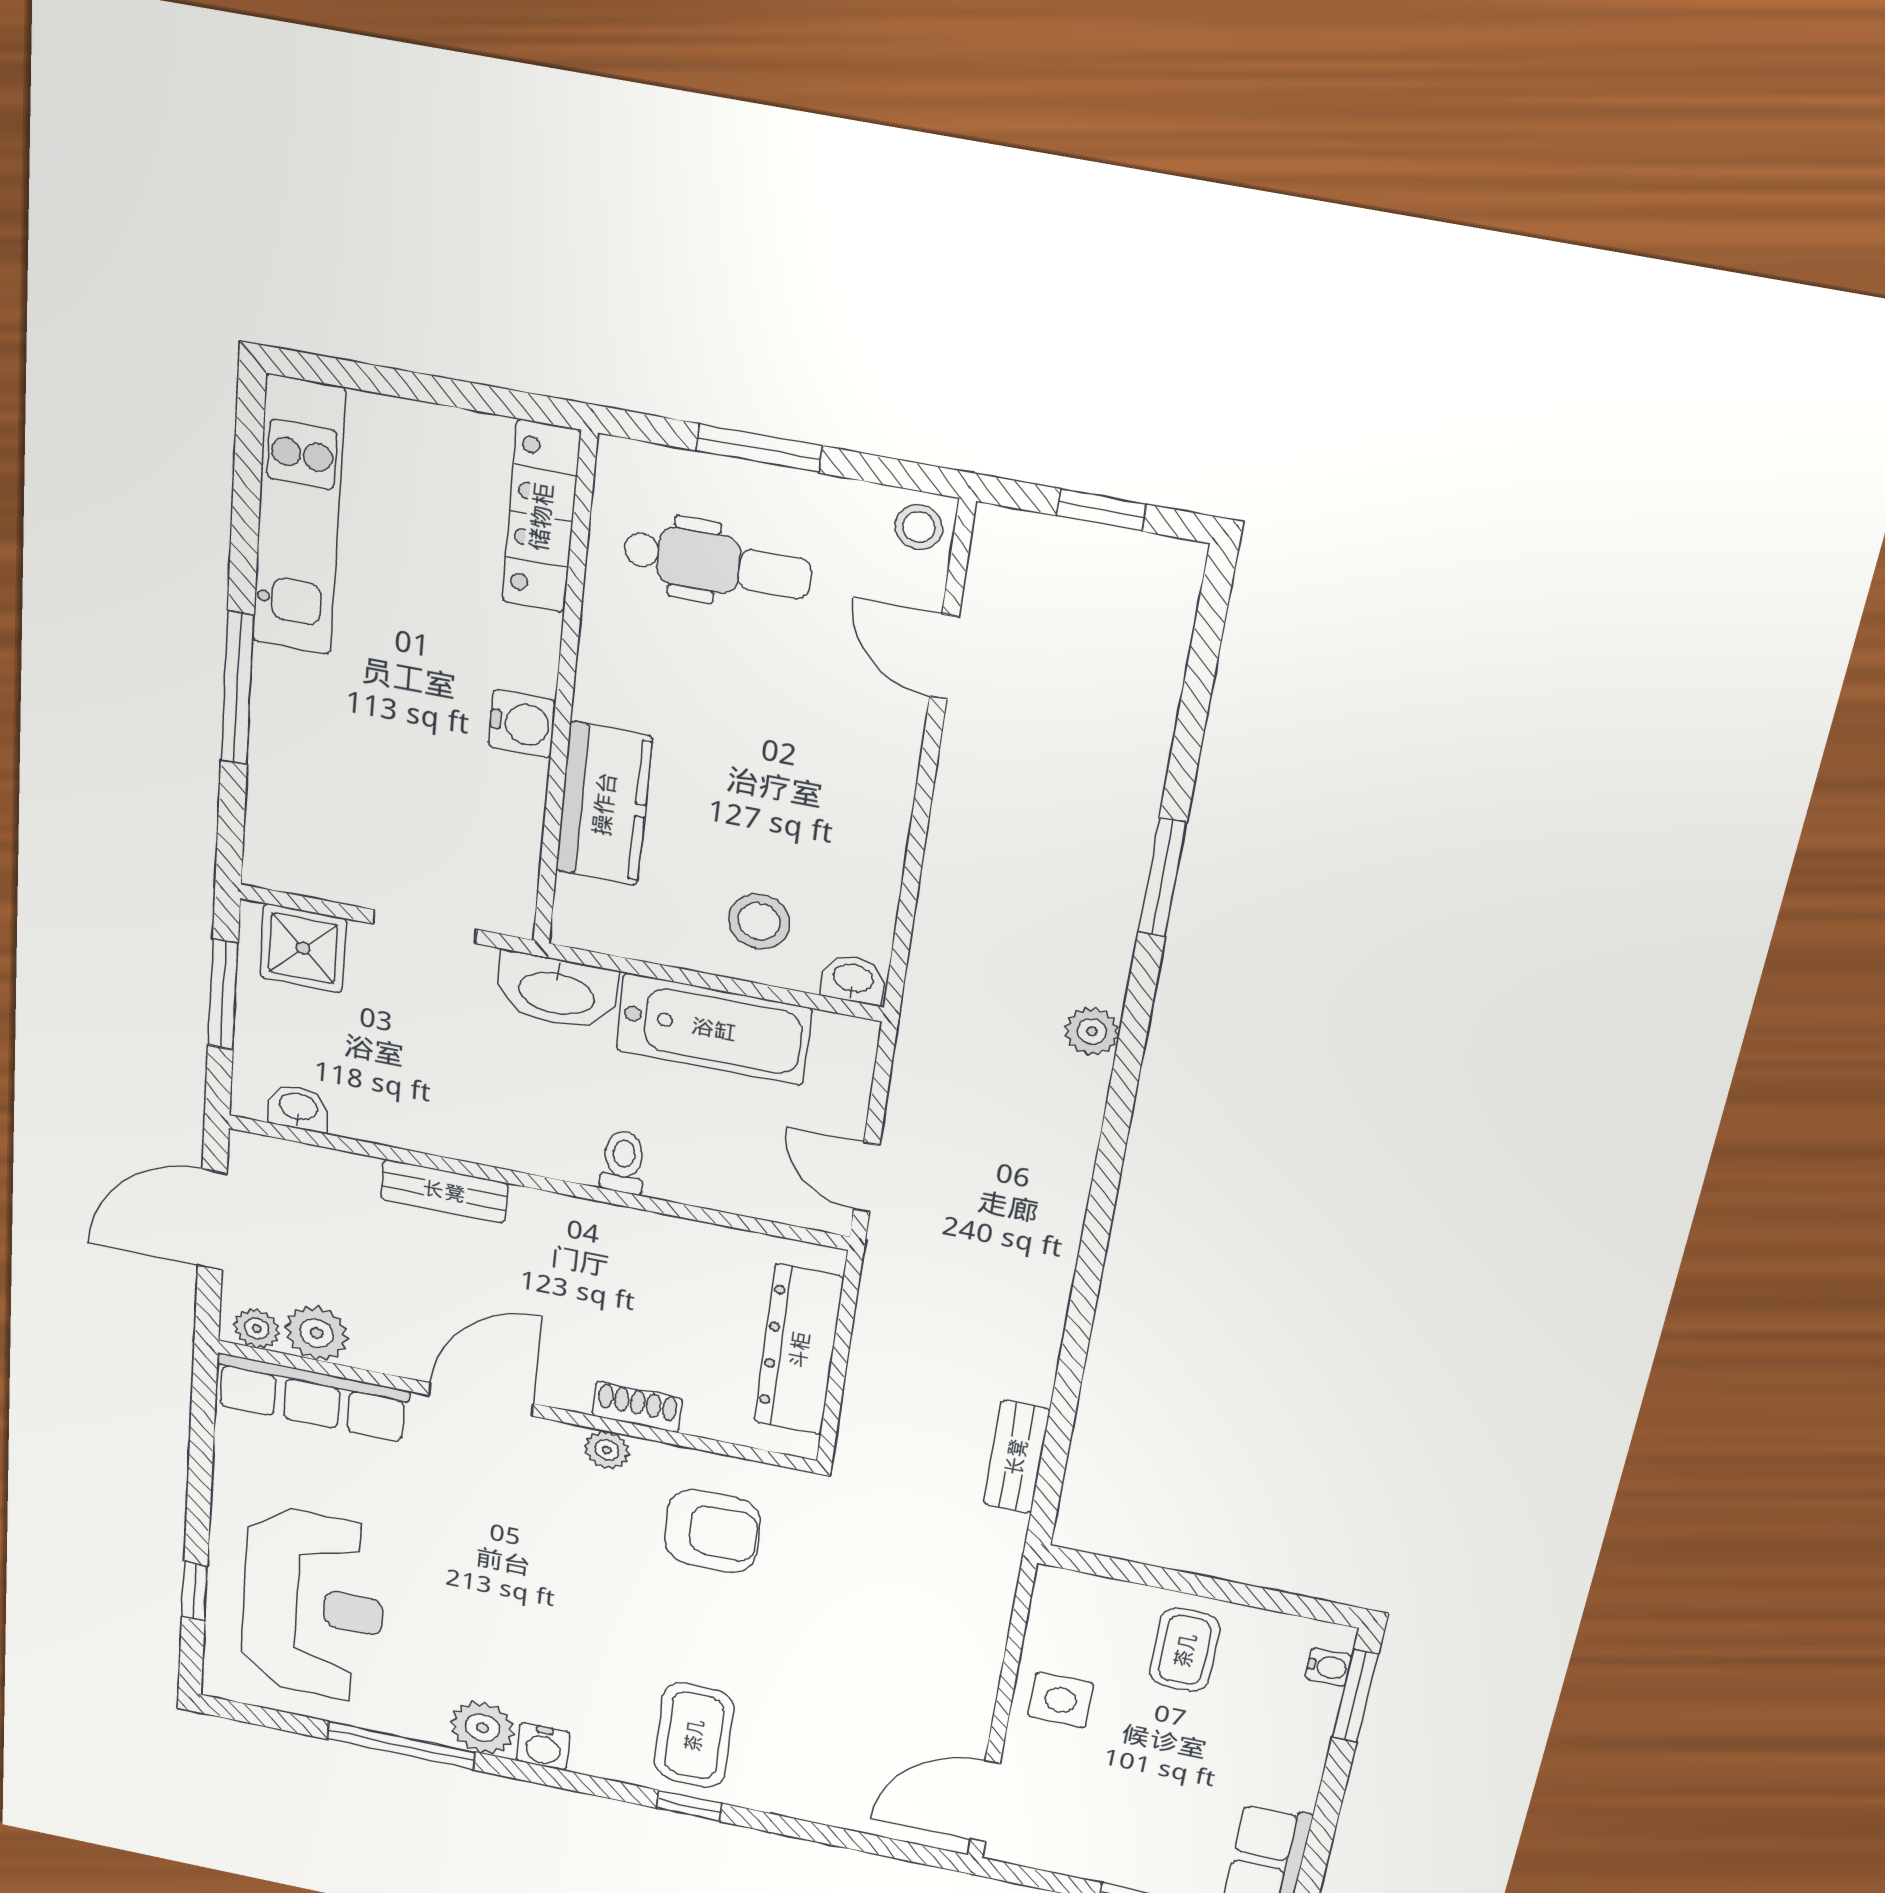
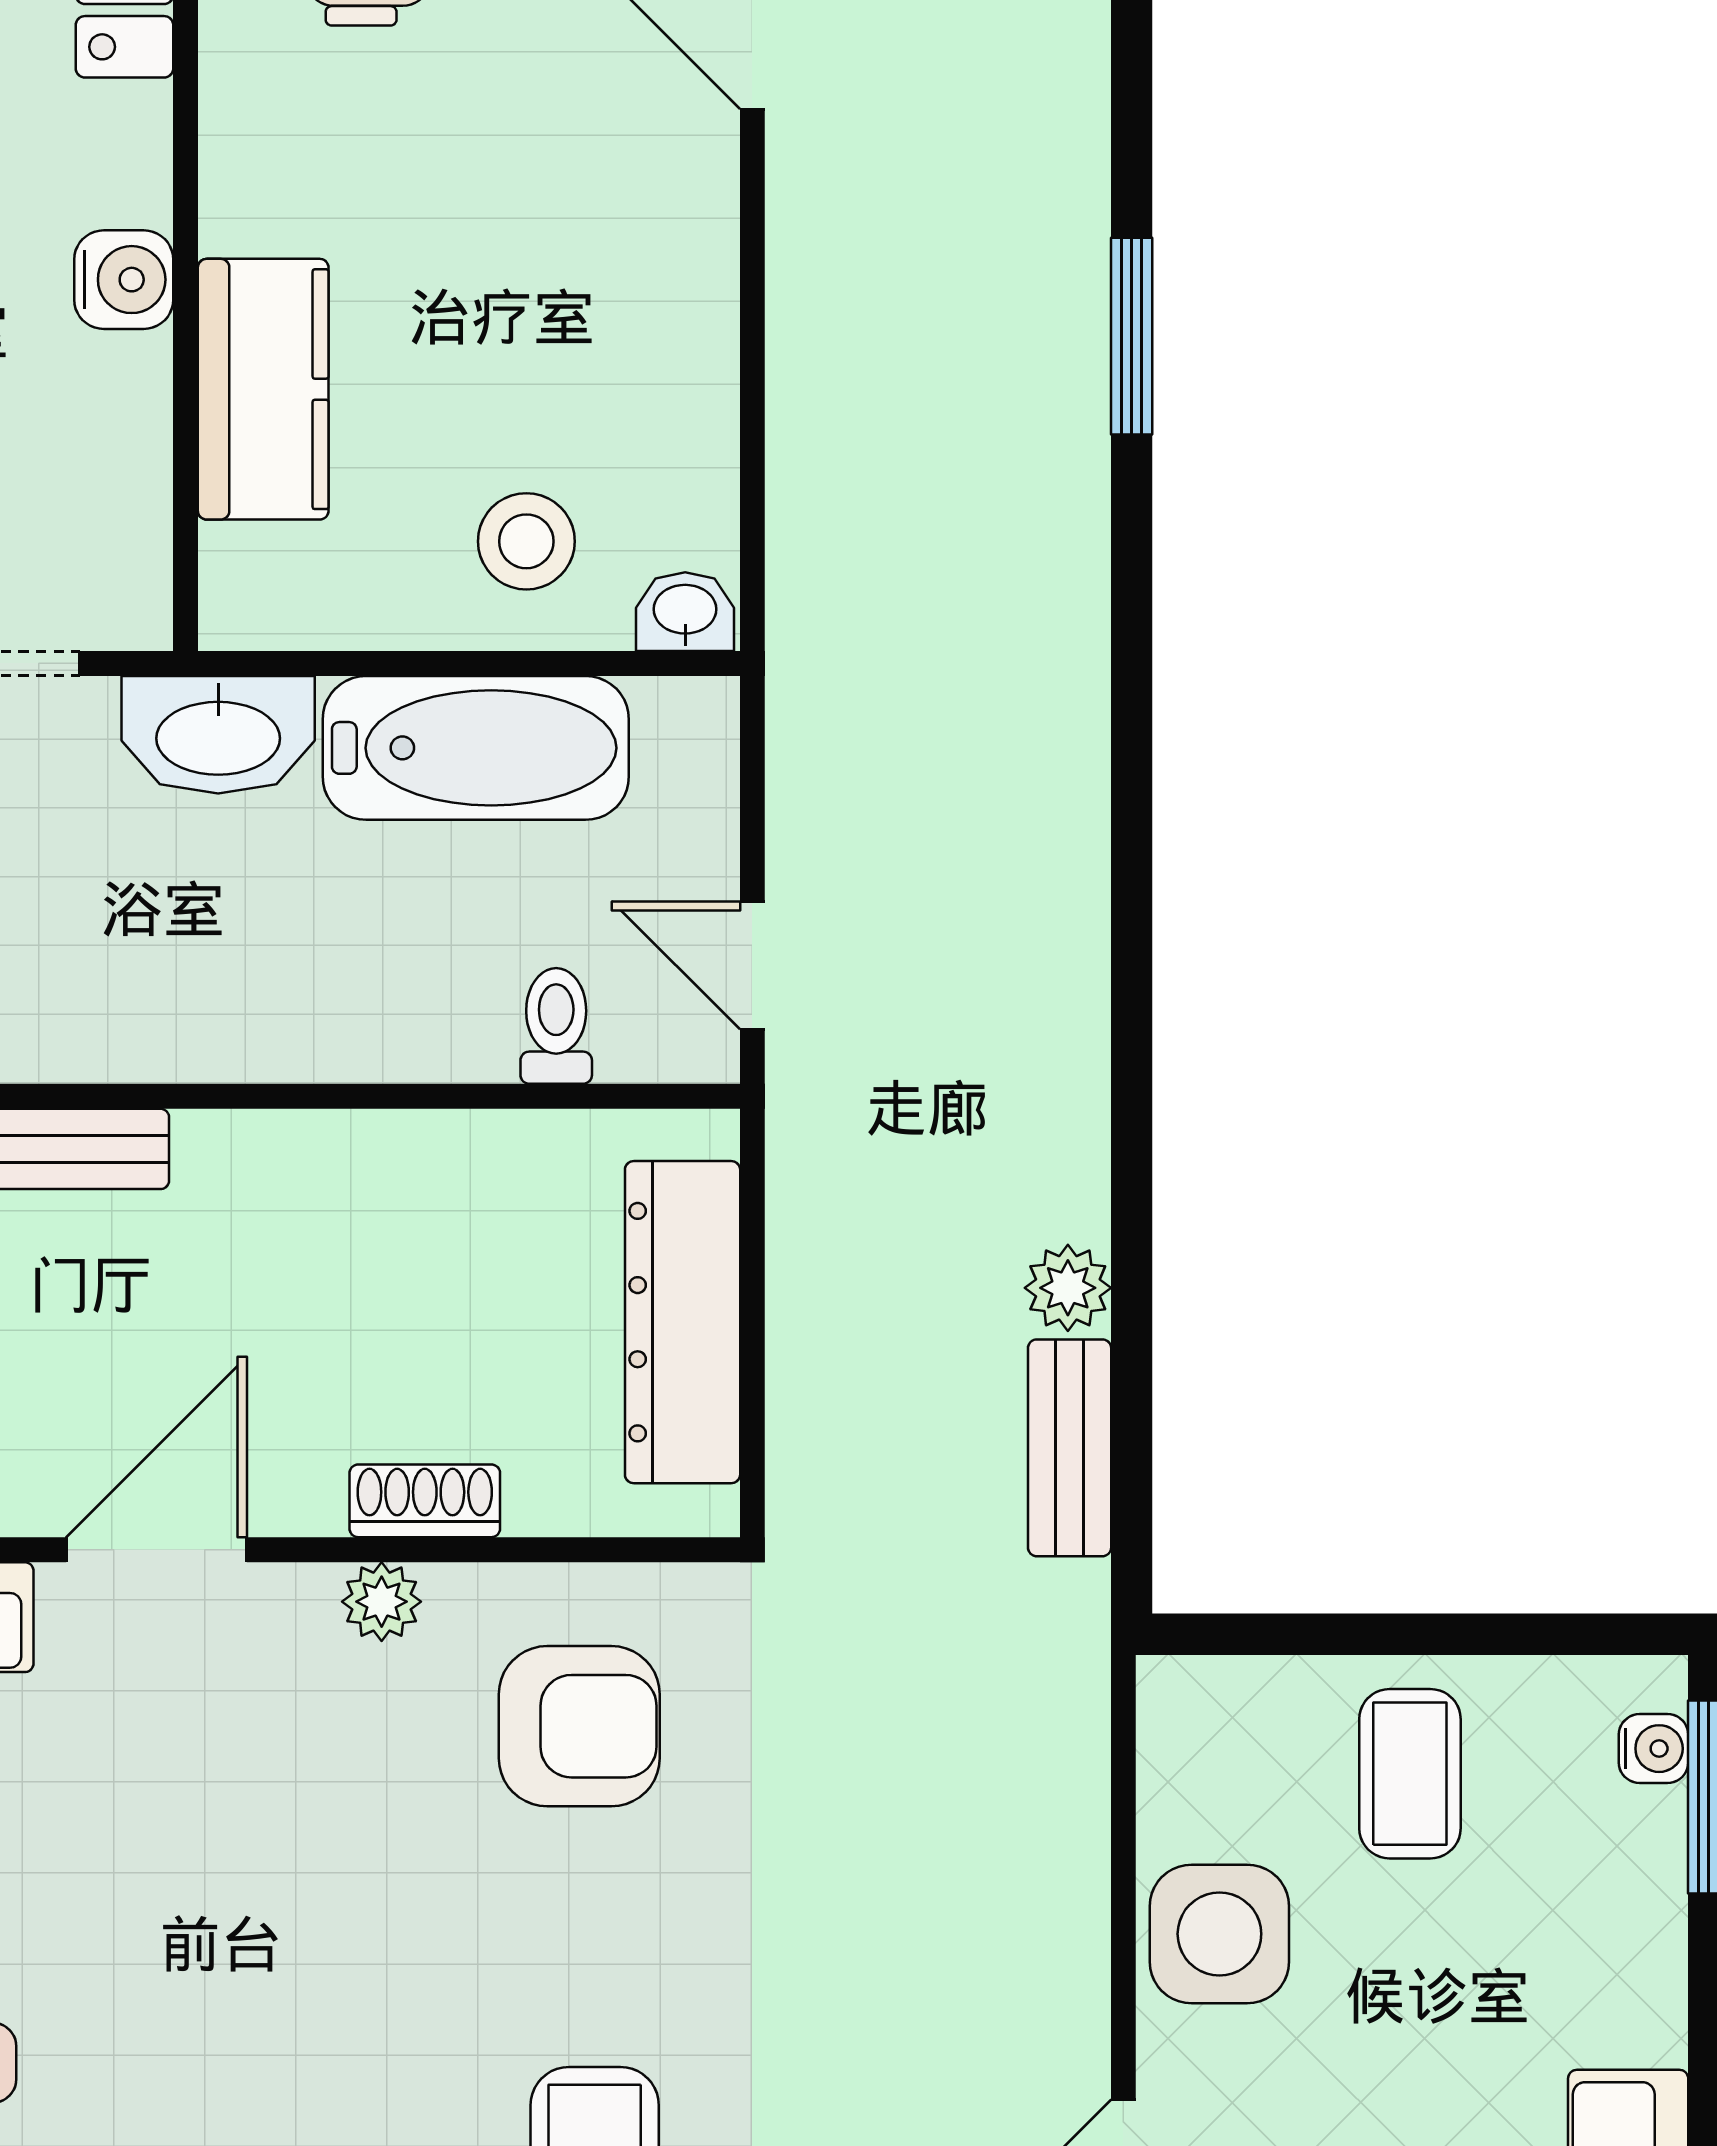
plant: (1092, 1031) -> (1068, 1288), moved
toilet: (623, 1162) -> (556, 1026), moved
side table: (1061, 1700) -> (1219, 1934), width x1.37, depth x1.37

